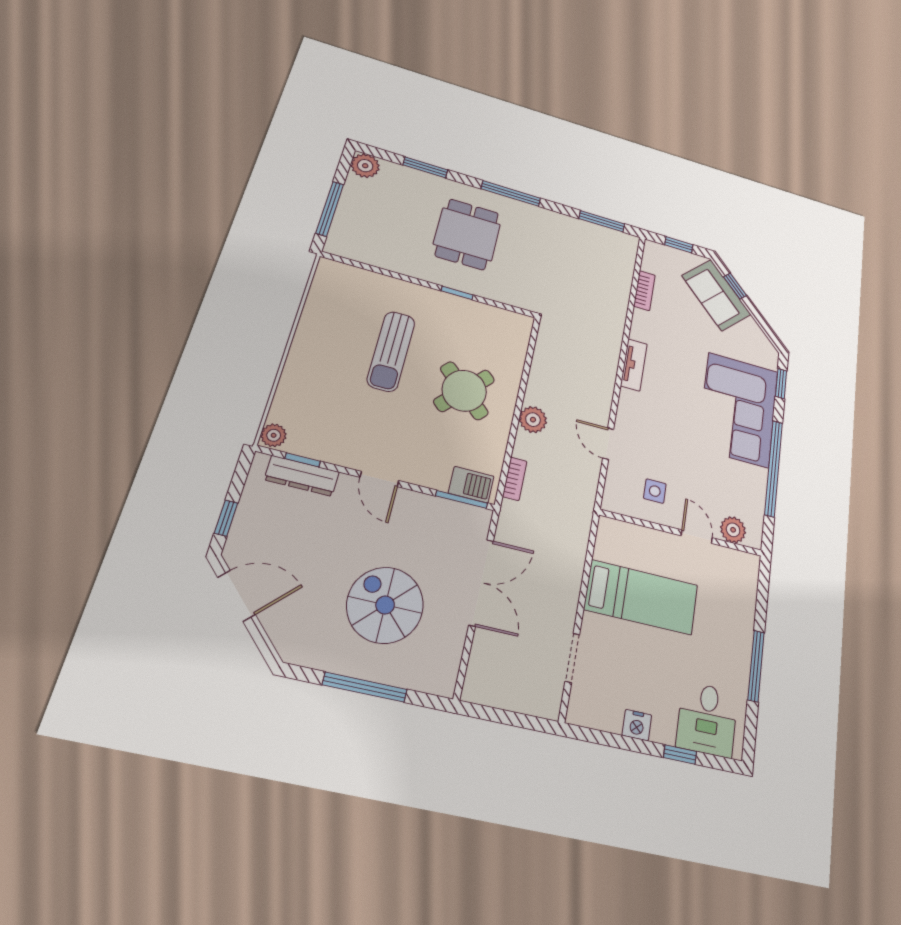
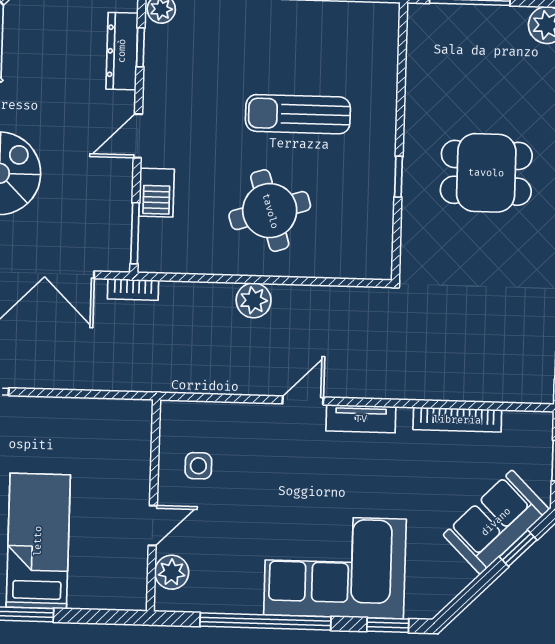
bookcase: (644, 291) -> (457, 420), width x1.56
round table: (464, 391) -> (270, 211), turned 30
door: (608, 444) -> (303, 400), moved
bookcase: (515, 479) -> (133, 289), moved
barbecue: (471, 485) -> (157, 193), moved
bed: (641, 597) -> (38, 541), moved, turned 180

